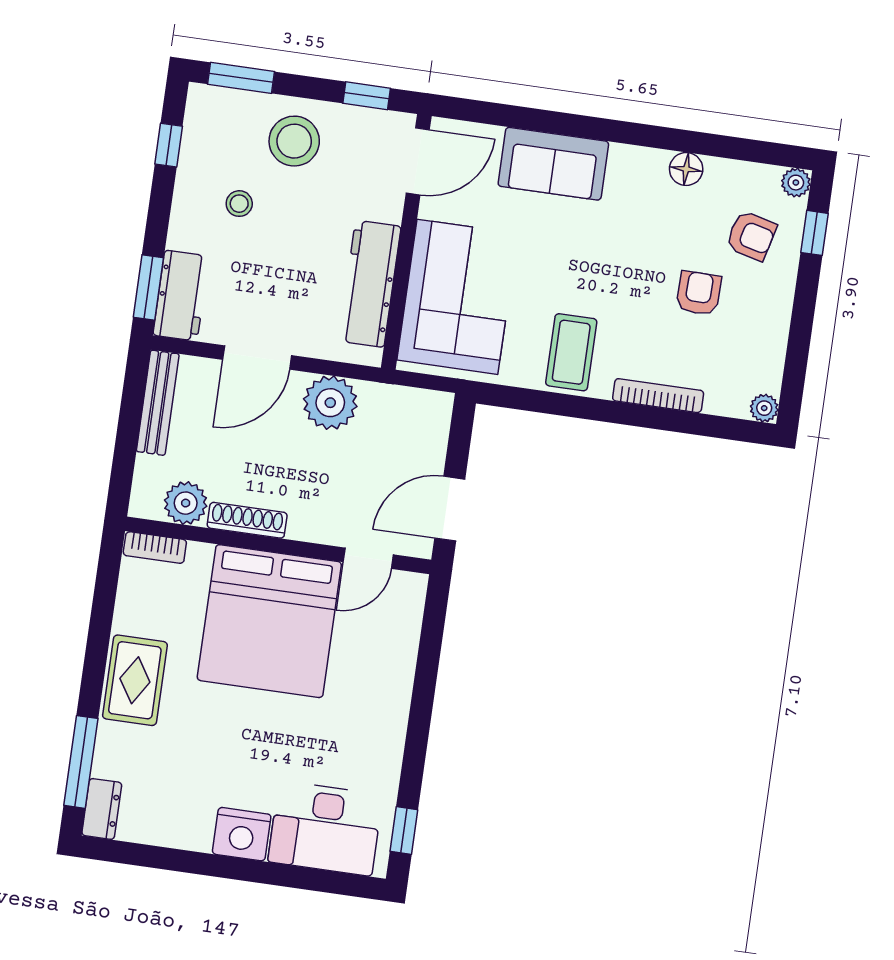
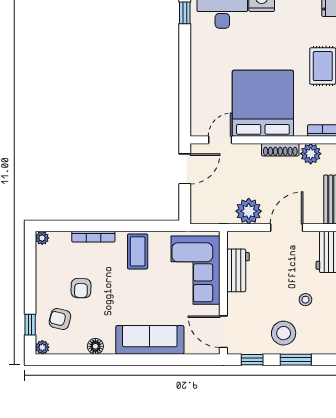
window: (241, 78) -> (296, 360), moved
door: (418, 161) -> (223, 332), hinge flipped
sofa: (553, 164) -> (150, 340), width x1.36
workbench: (370, 284) -> (238, 270), width x0.73

